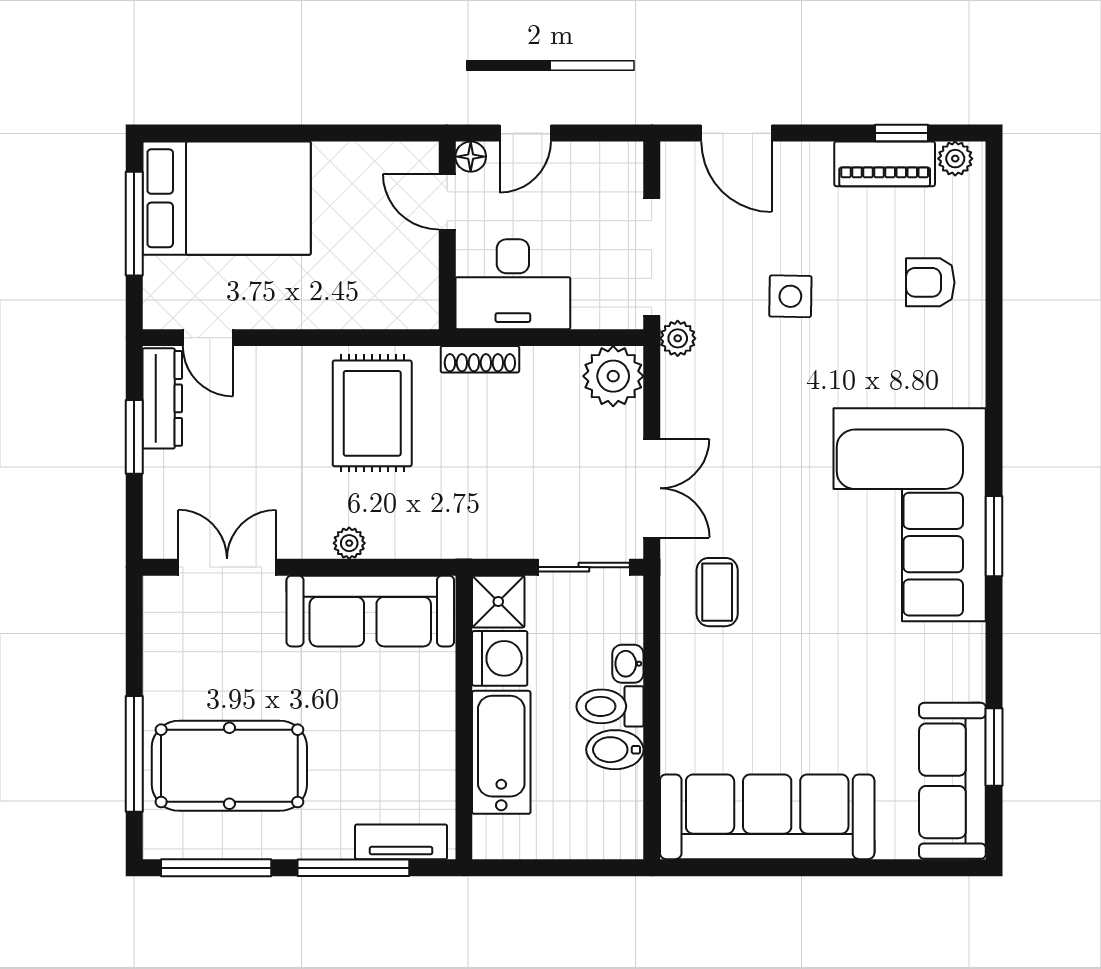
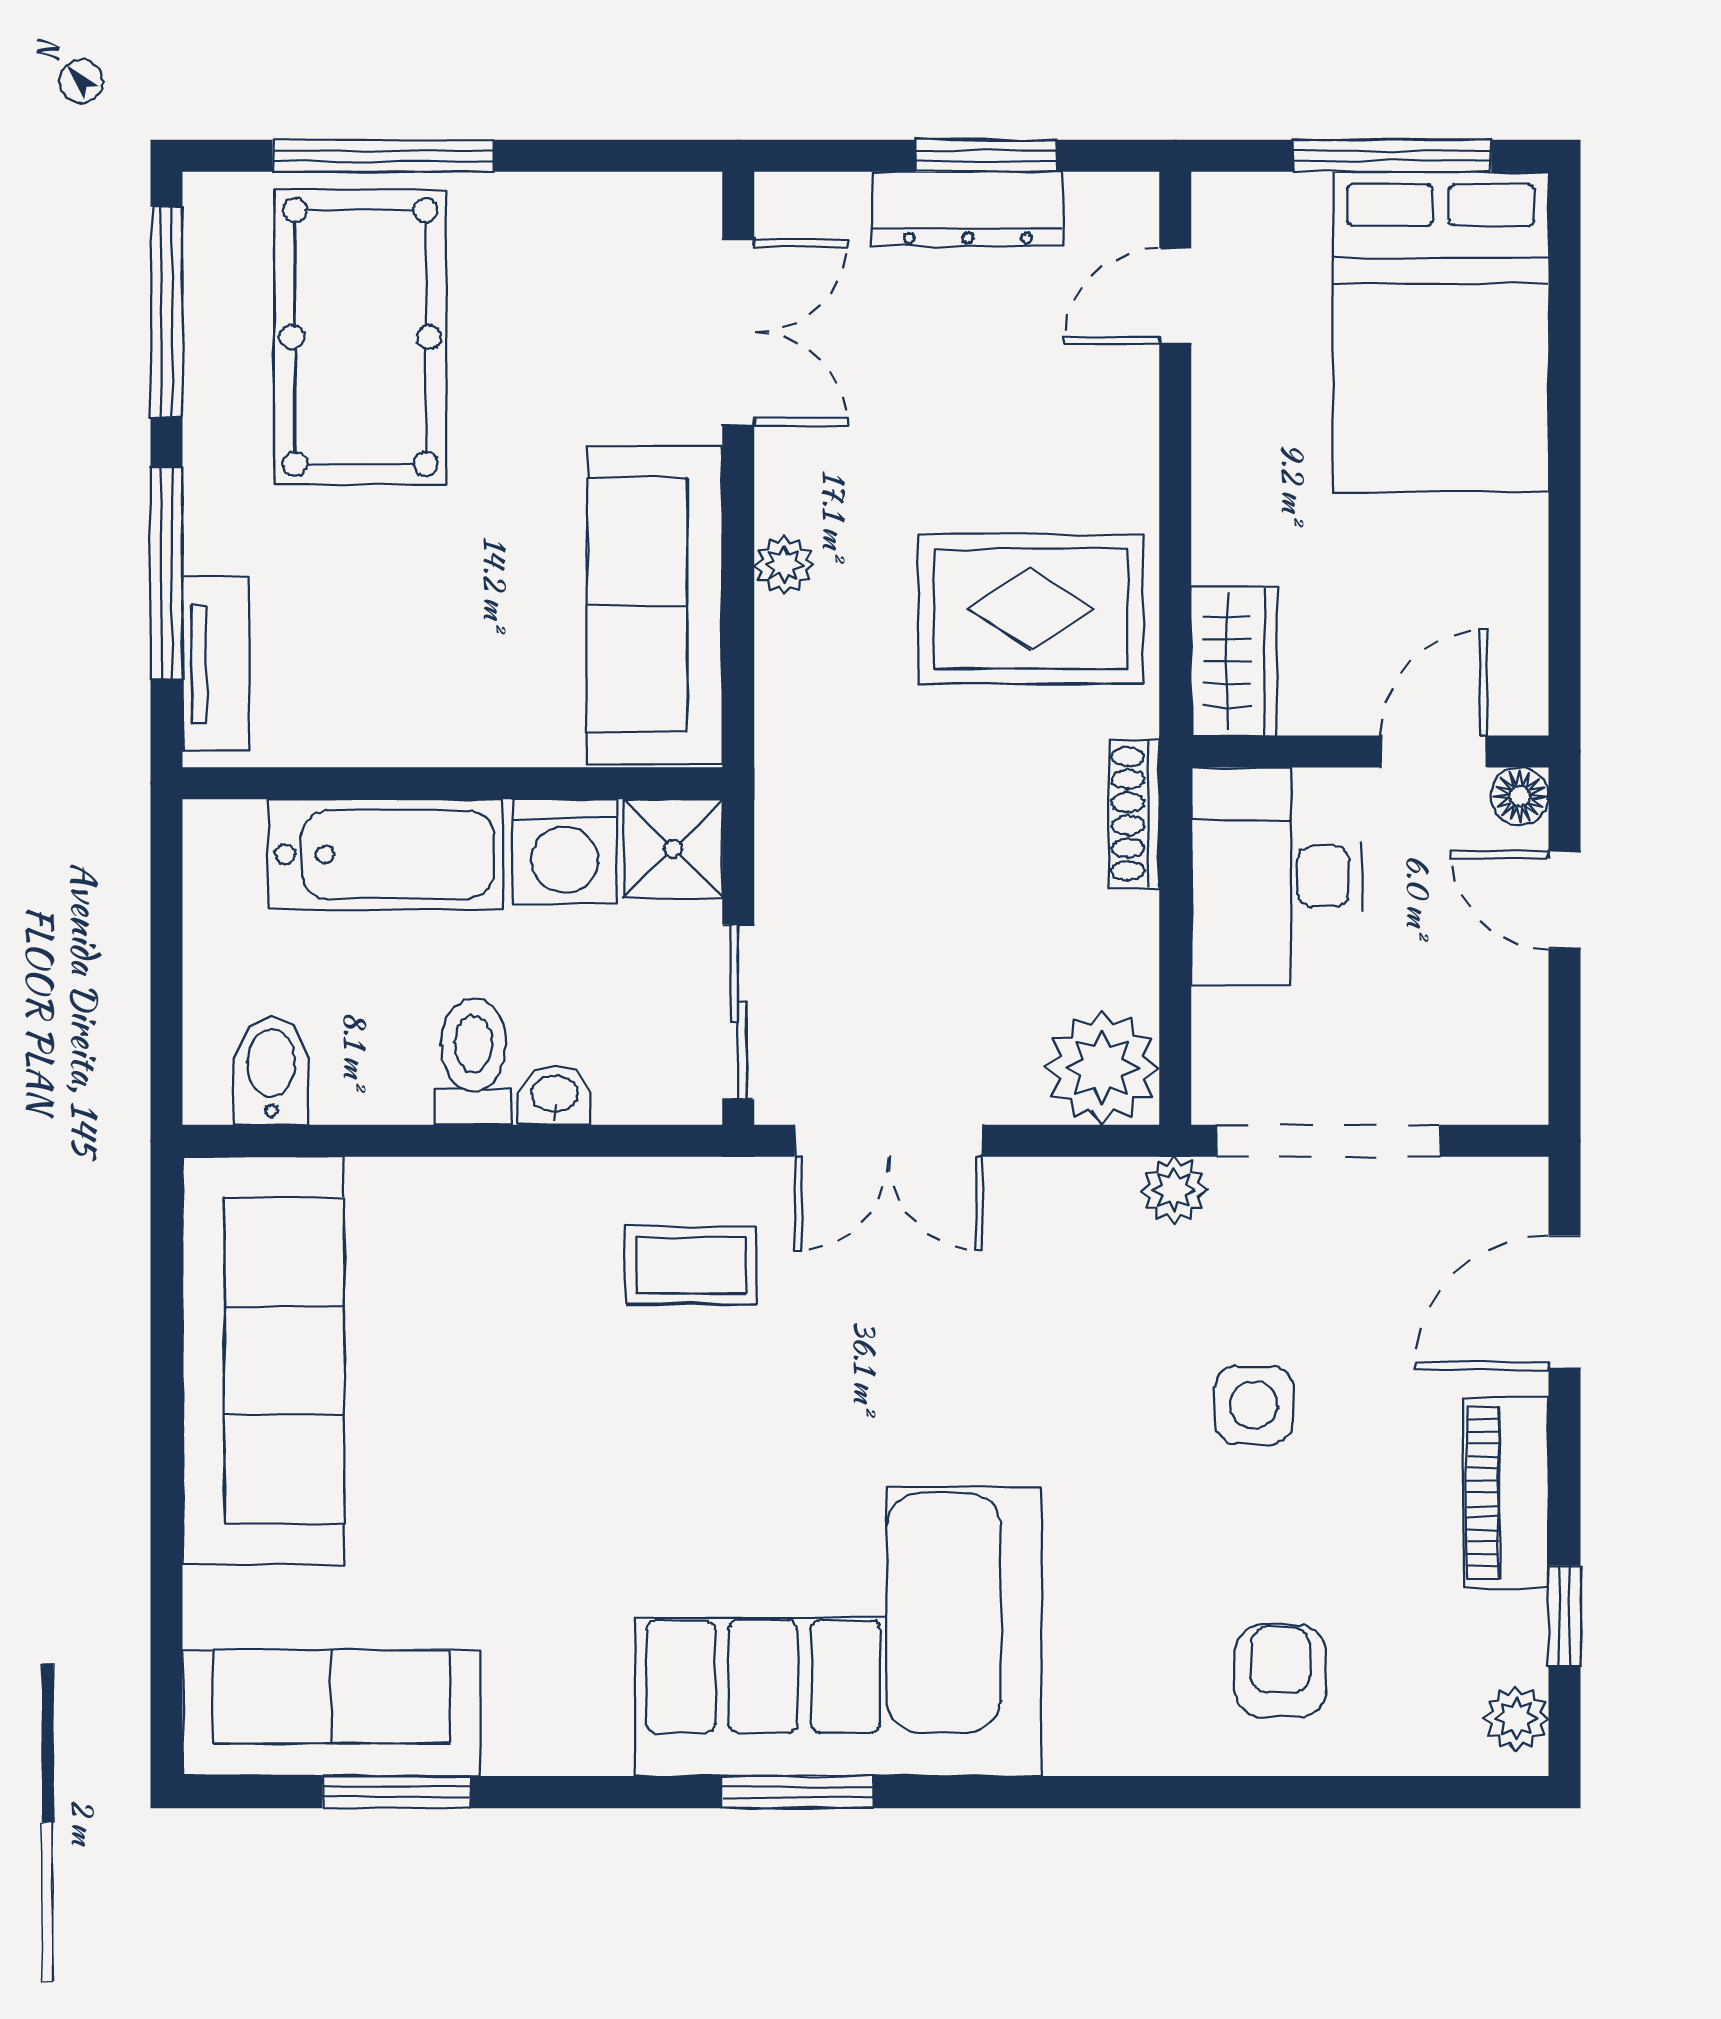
piano: (885, 164) -> (1506, 1493), moved
wardrobe: (400, 307) -> (1234, 662), added
dresser: (162, 398) -> (968, 209), moved
bidet: (615, 750) -> (271, 1071), moved

